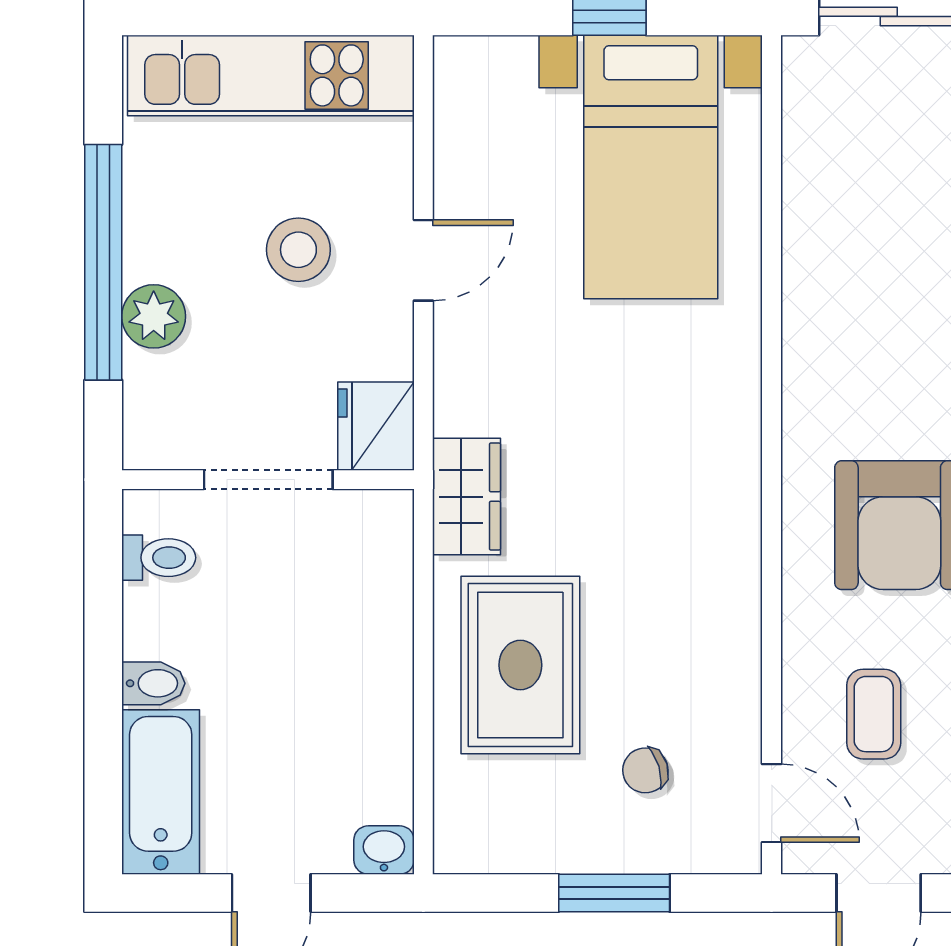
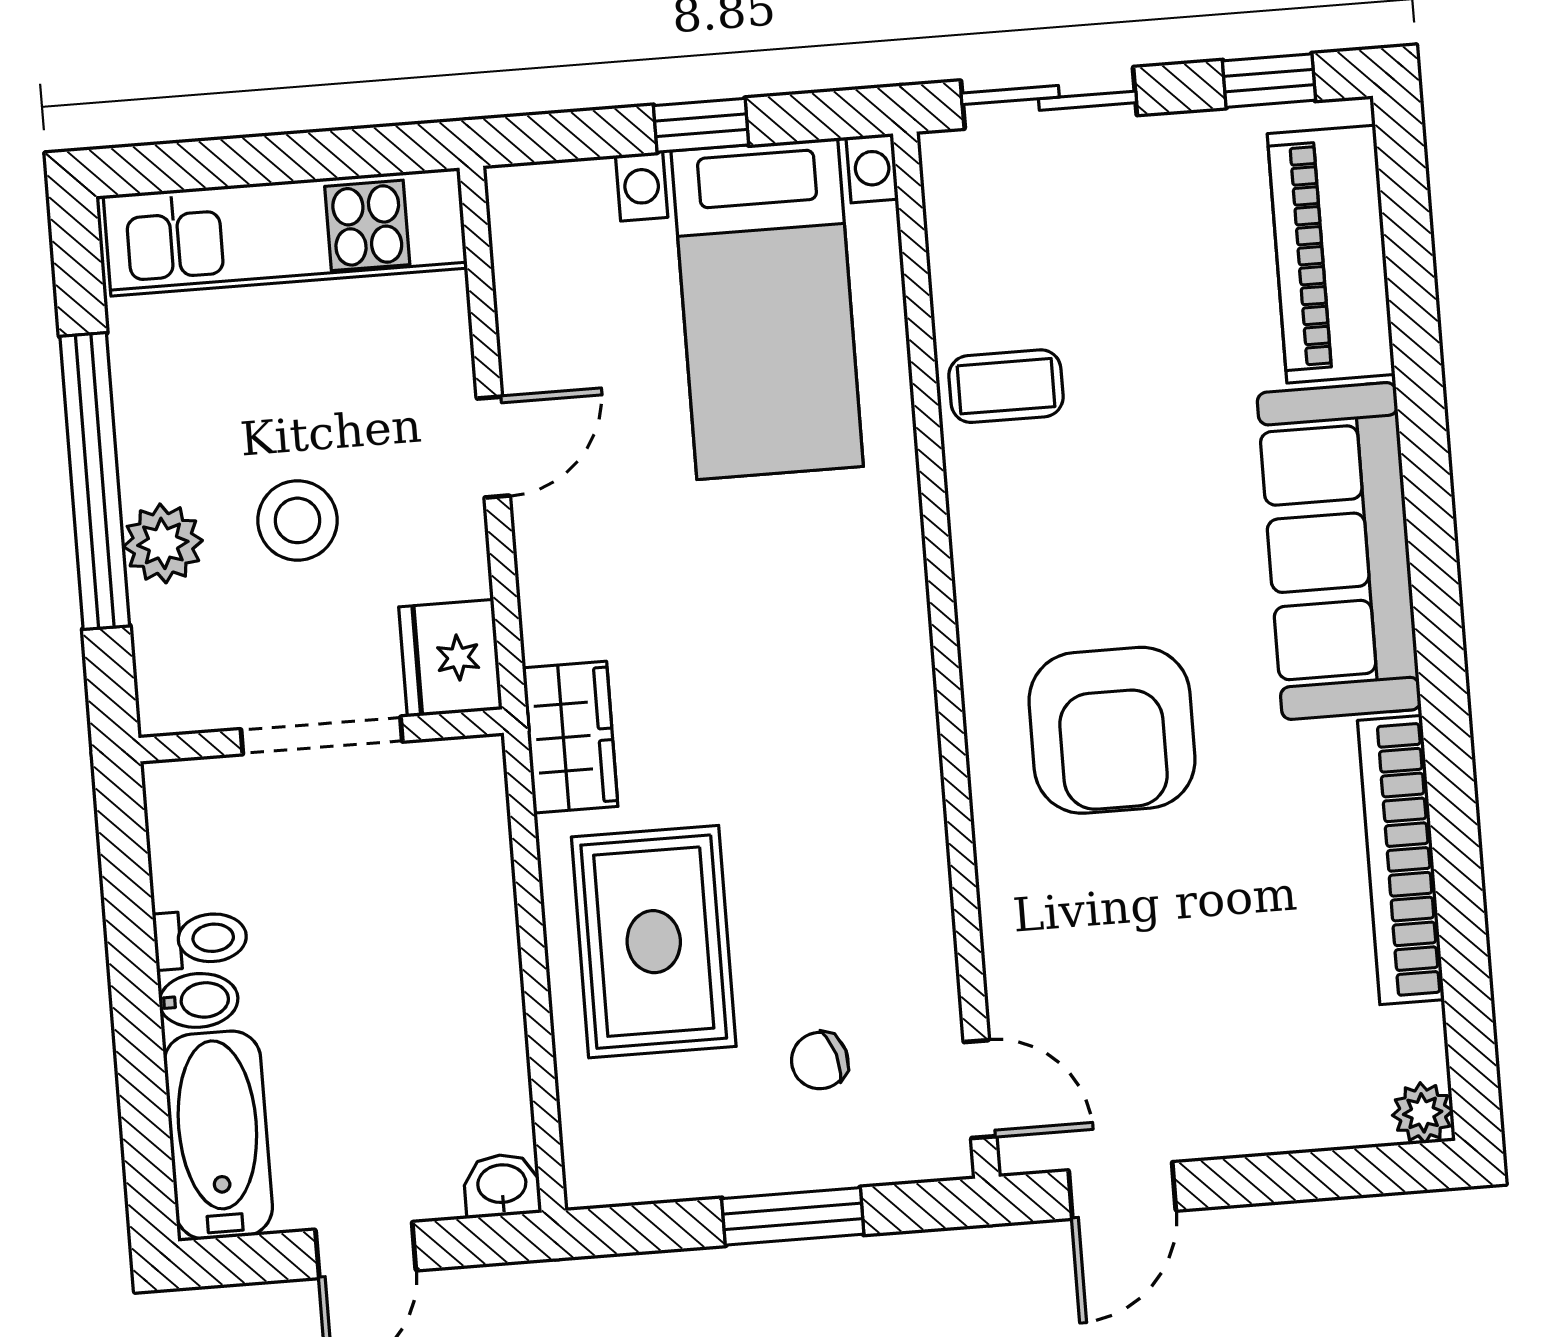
stool: (298, 250) -> (297, 520), moved
toilet: (159, 558) -> (200, 939), moved
coffee table: (874, 714) -> (1006, 386), moved, turned 90

